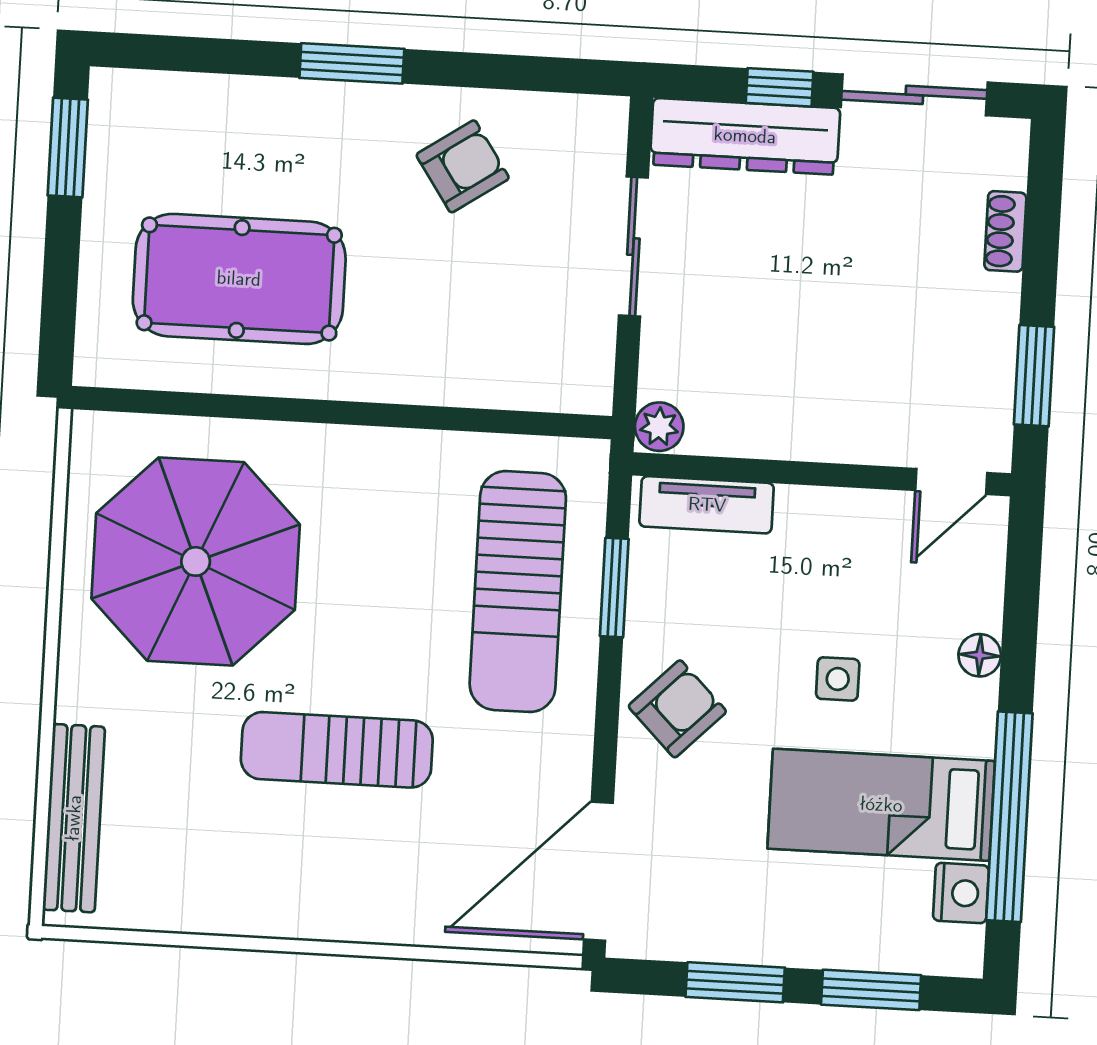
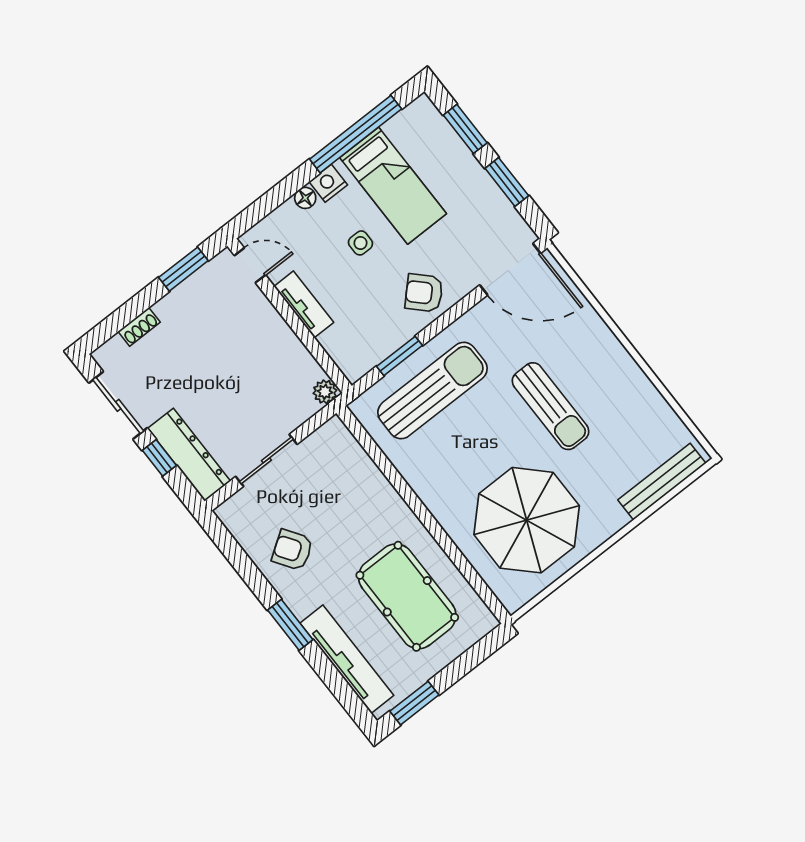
tv unit: (224, 104) -> (347, 659), added
tv unit: (707, 505) -> (304, 304), moved
nightstand: (961, 893) -> (328, 183), moved

